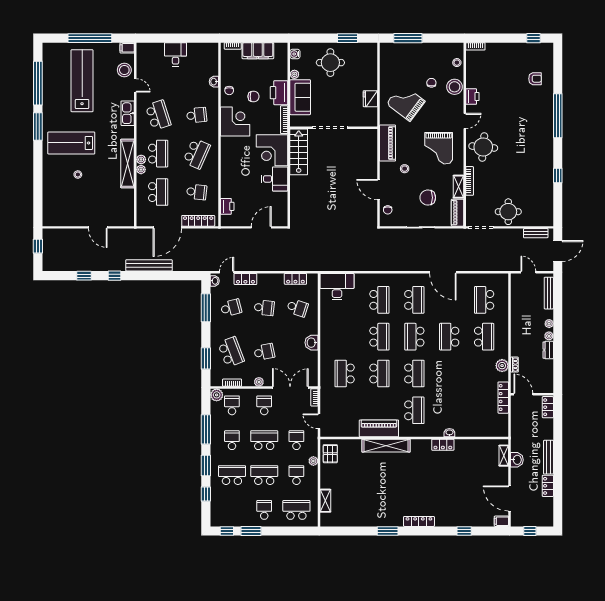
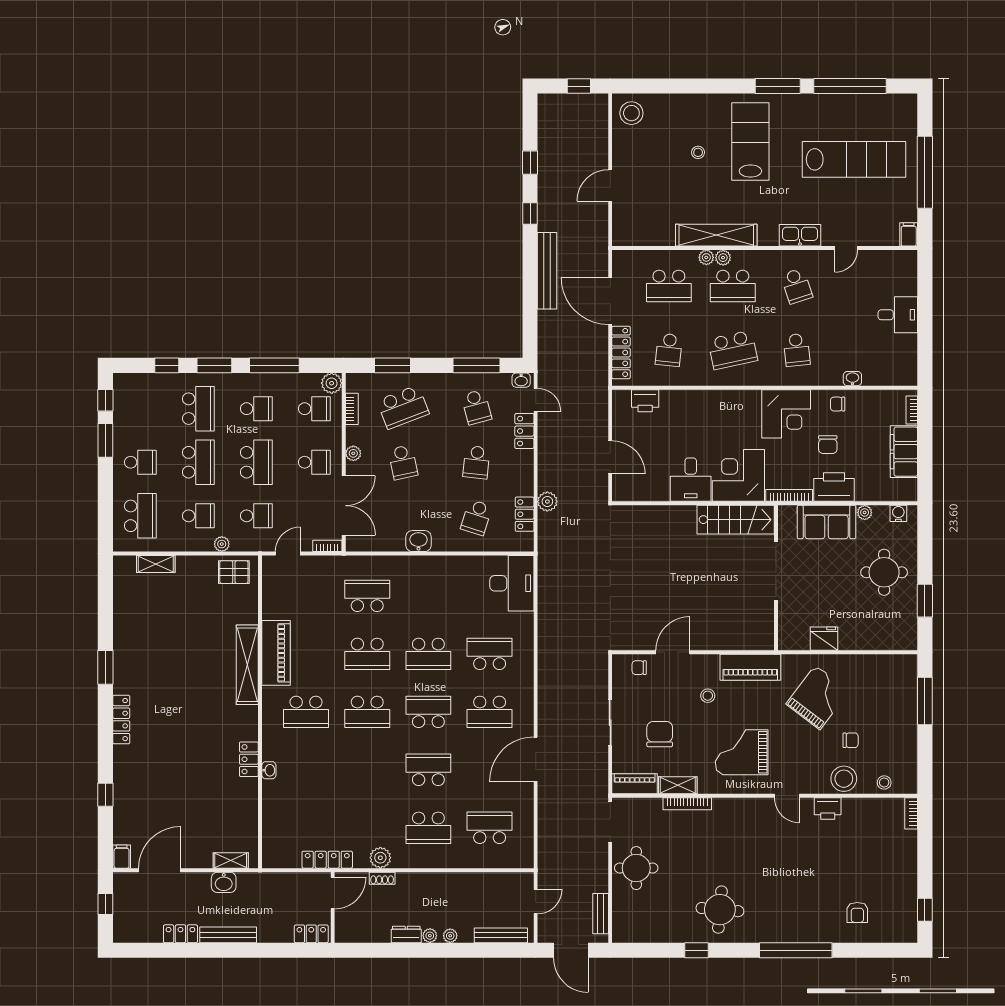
stool: (124, 70) -> (631, 113), moved
school desk: (158, 115) -> (797, 286), width x0.54
round table: (483, 147) -> (720, 910), moved
school desk: (197, 154) -> (733, 350), turned -36
plant: (288, 265) -> (547, 502), added
school desk: (379, 300) -> (490, 654), turned 180

